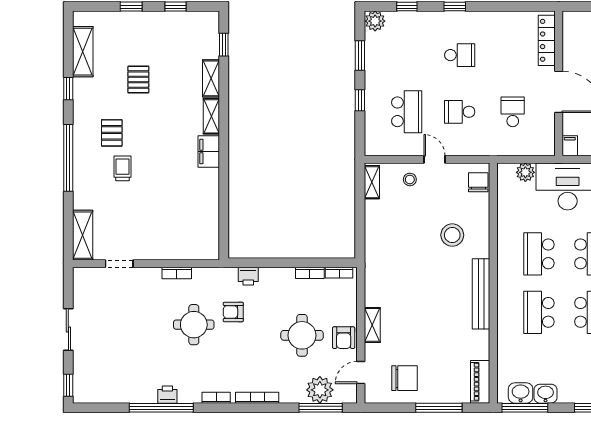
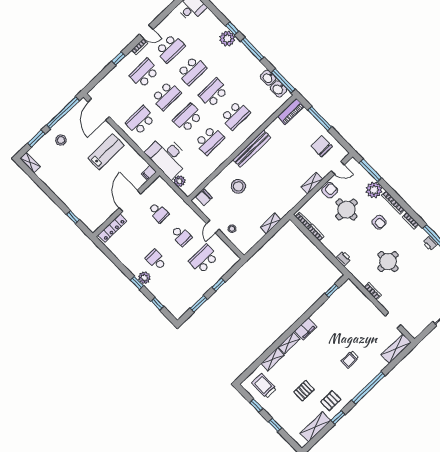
plant: (375, 21) -> (144, 278), moved
trolley: (189, 38) -> (264, 386), added
window: (224, 45) -> (332, 291), moved
school desk: (513, 112) -> (158, 212), turned -90
pallet: (112, 133) -> (331, 401), moved
shelving: (372, 182) -> (271, 224), moved
armchair: (233, 312) -> (379, 222), moved
plant: (320, 390) -> (374, 190), moved

